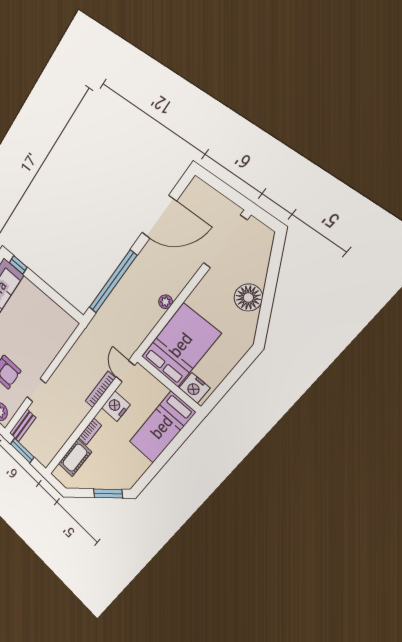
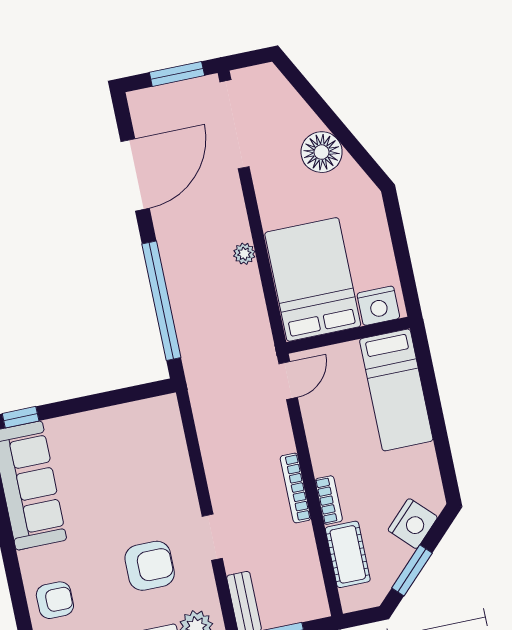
window: (226, 190) -> (177, 74), added
door: (125, 371) -> (288, 381), swing flipped
bookcase: (100, 389) -> (296, 488), moved
nightstand: (116, 406) -> (413, 524), moved, turned -135
window: (108, 493) -> (412, 570), moved

